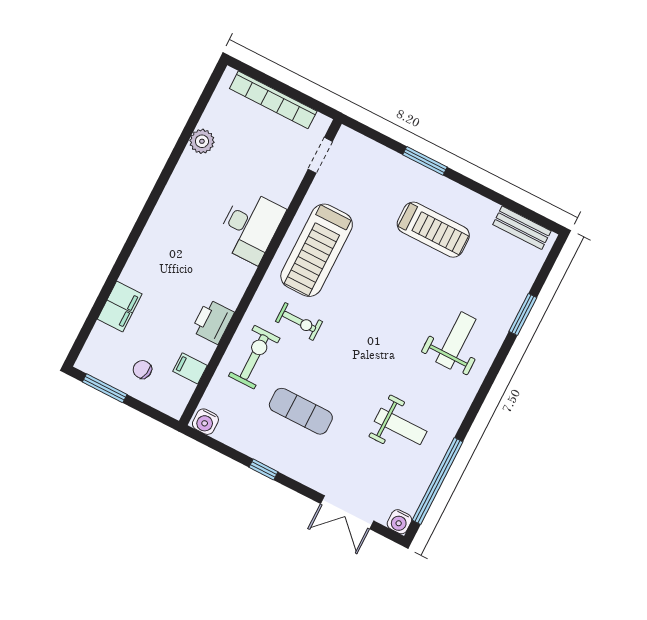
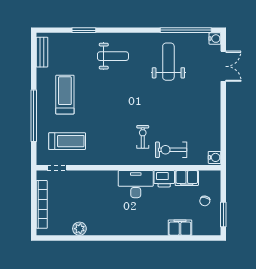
window: (425, 161) -> (34, 116), width x2.11
desk: (250, 226) -> (136, 184), moved
treadmill: (317, 250) -> (67, 141), moved, width x0.73, depth x0.73
weight bench: (456, 340) -> (113, 56), turned 180
filing cabinet: (190, 368) -> (187, 178), width x2.00
exercise mat: (301, 411) -> (186, 114), removed
weight bench: (401, 426) -> (168, 62), width x1.36, depth x1.33
window: (263, 469) -> (223, 117), removed

